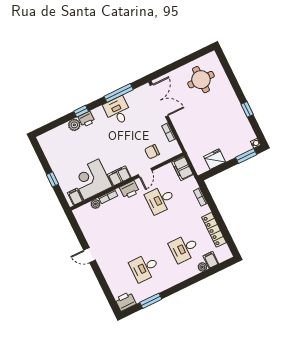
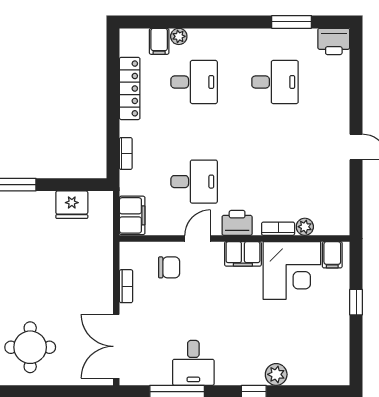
printer: (87, 119) -> (251, 374), removed

